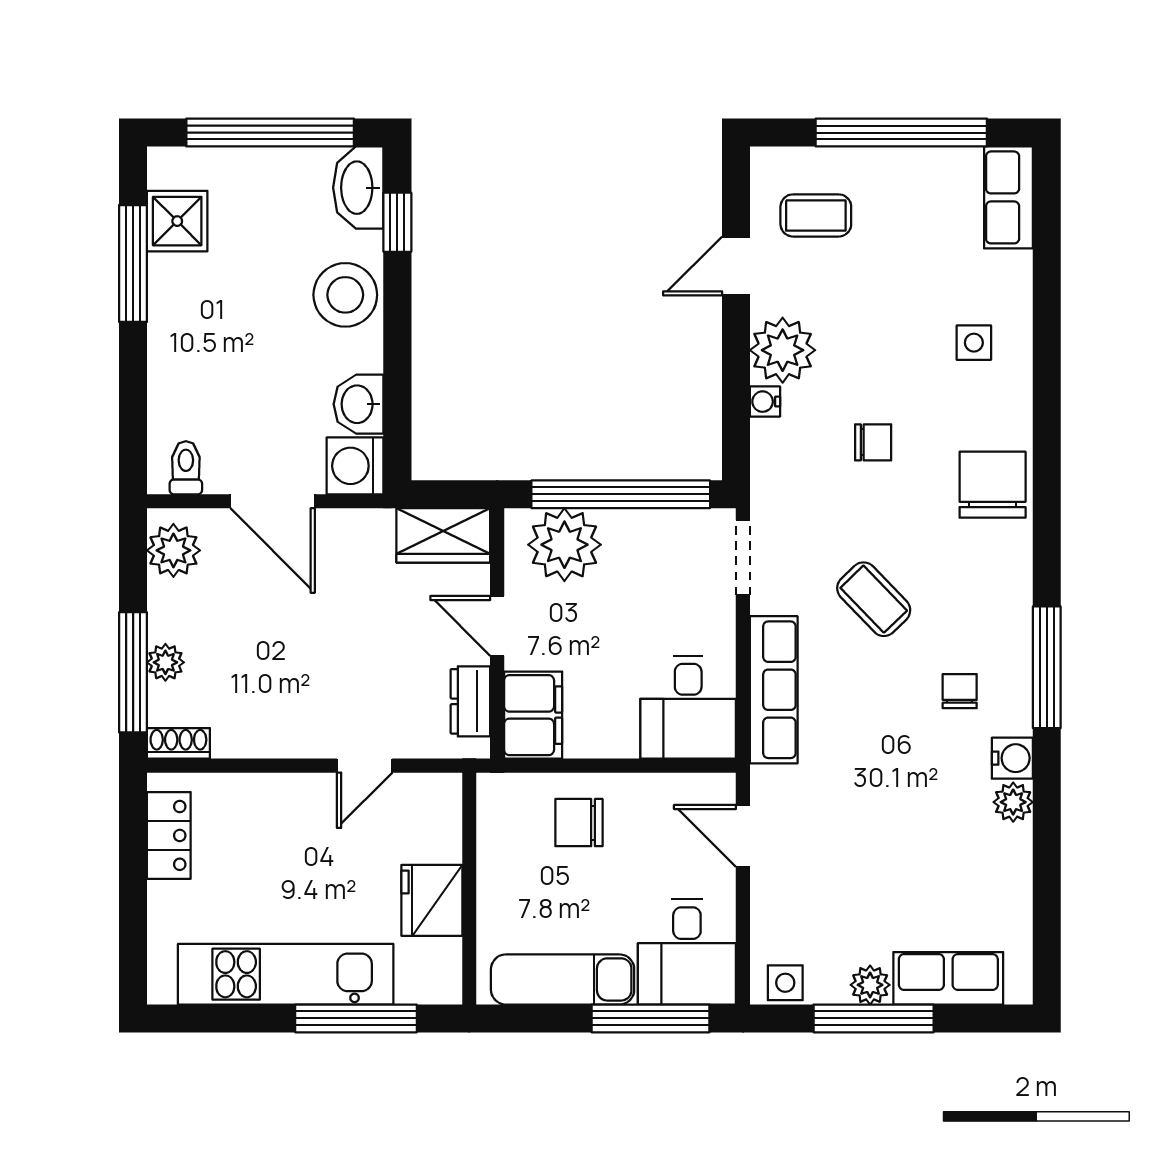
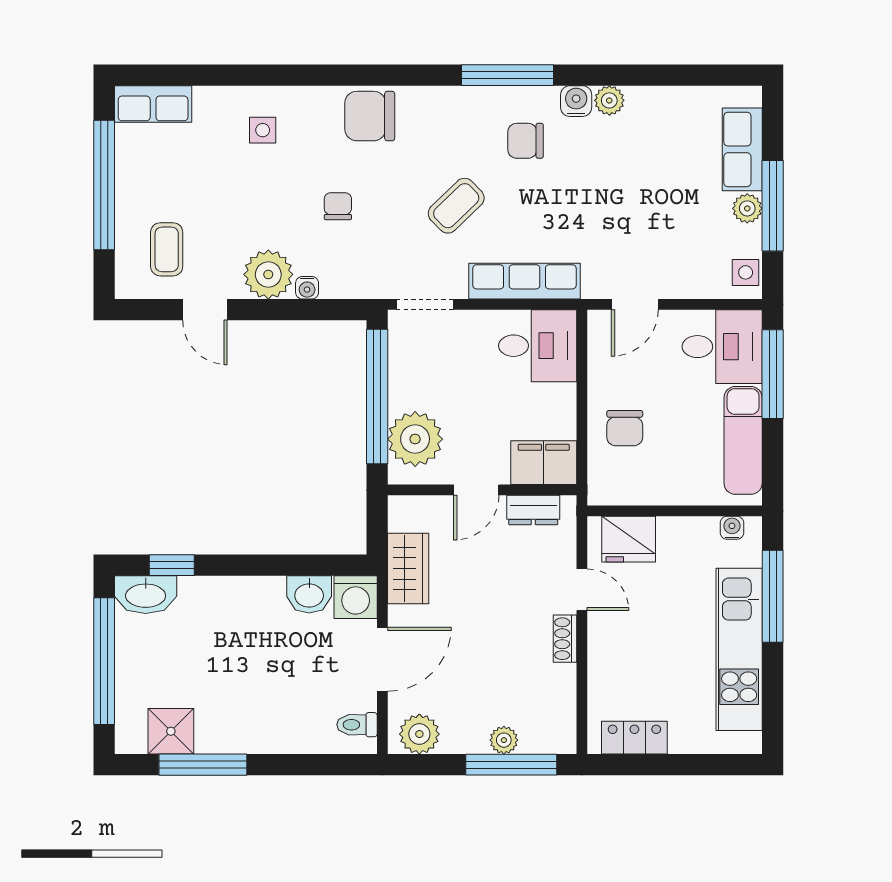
stool: (345, 295) -> (227, 604), removed
wardrobe: (443, 535) -> (408, 569), moved
chair: (960, 691) -> (526, 141), width x1.37, depth x1.37
shoe rack: (178, 743) -> (565, 639), moved
fridge: (432, 900) -> (629, 539), moved
water cooler: (447, 965) -> (732, 528), added

